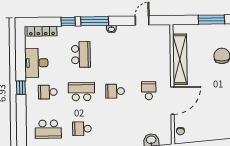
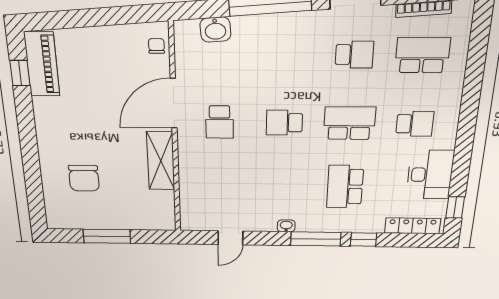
shelving: (180, 59) -> (161, 161), width x0.68
window: (21, 88) -> (455, 208), moved
school desk: (115, 91) -> (284, 123), turned 180
school desk: (81, 92) -> (349, 123), turned 180

